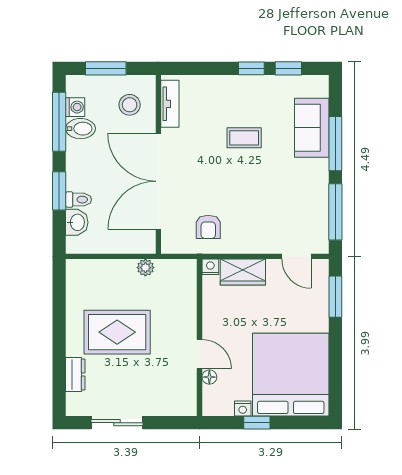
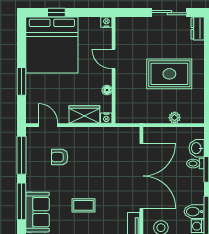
armchair: (208, 227) -> (60, 157), moved, turned -90
plant: (145, 268) -> (175, 118), moved
window: (335, 297) -> (22, 81), moved
dresser: (75, 375) -> (198, 28), moved
floor lamp: (209, 377) -> (107, 90), moved
nightstand: (243, 409) -> (106, 22), moved
window: (257, 423) -> (56, 13), moved

